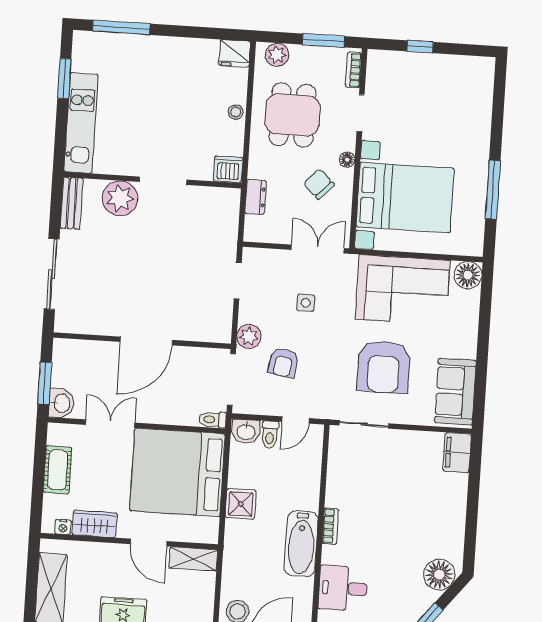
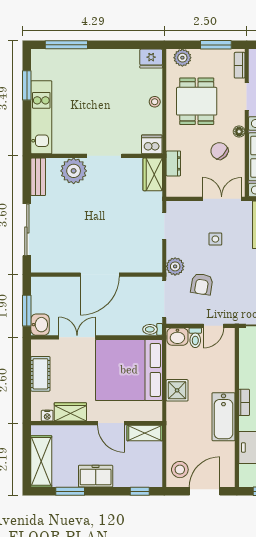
wardrobe: (227, 210) -> (153, 174), added

